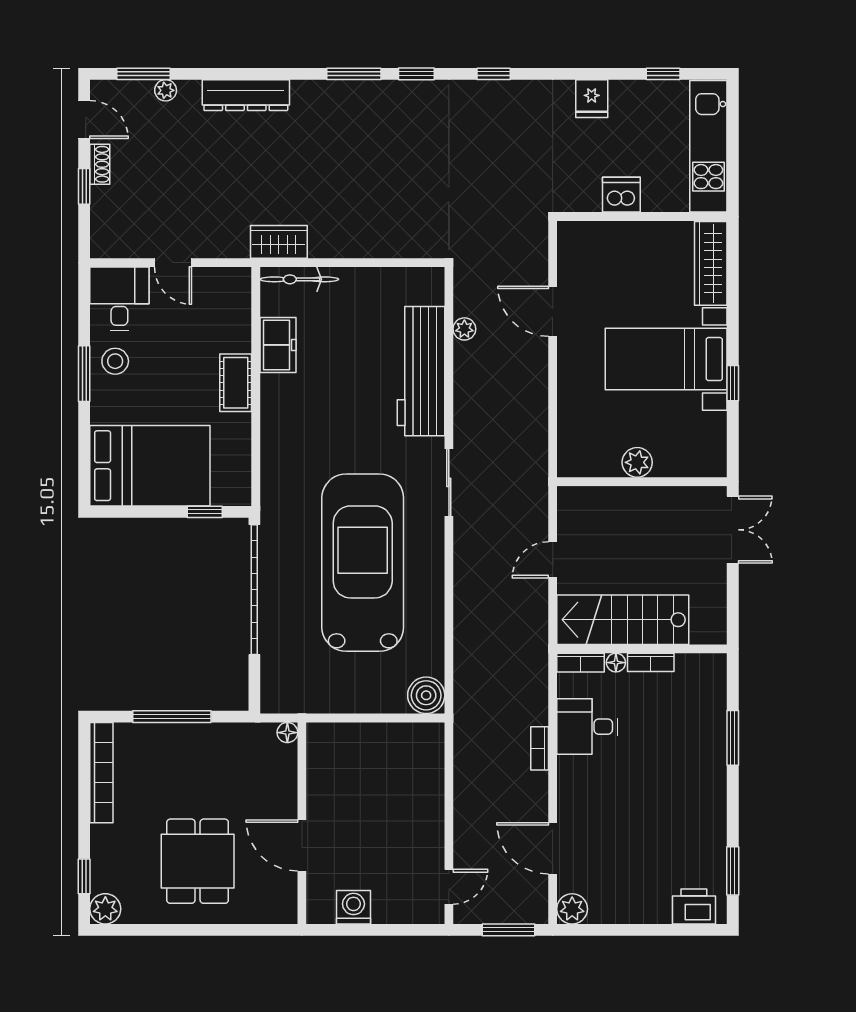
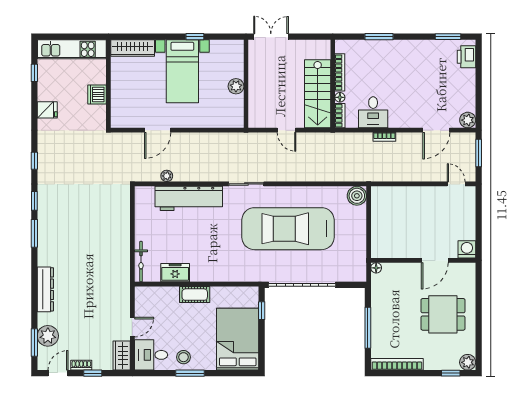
plant: (166, 90) -> (48, 336), width x1.88, depth x1.88
wardrobe: (279, 242) -> (122, 356), moved
bookcase: (651, 662) -> (340, 72), width x1.56
washing machine: (353, 907) -> (467, 249), moved, turned 90

